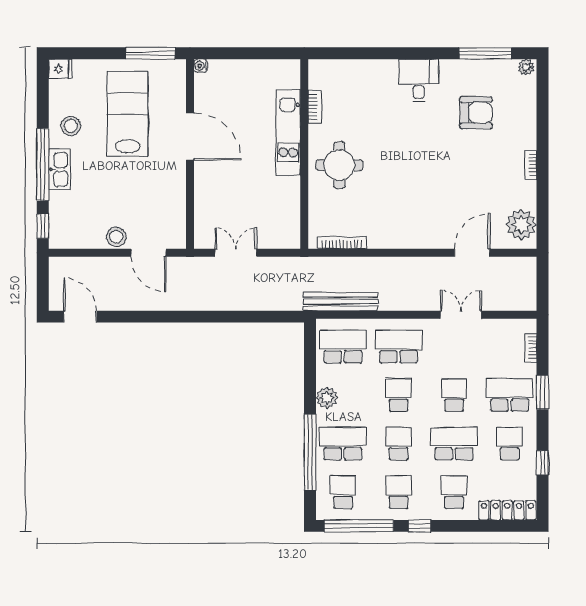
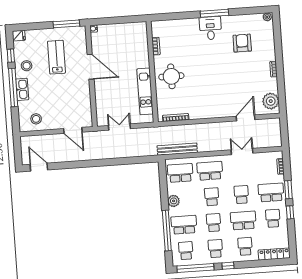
window: (485, 53) -> (214, 13), moved
armchair: (476, 113) -> (242, 43), turned -90
lab bench: (128, 114) -> (56, 57), width x0.73, depth x0.72
kitchen unit: (288, 133) -> (145, 91), moved
window: (43, 226) -> (11, 56), moved
stool: (116, 237) -> (36, 119), moved
window: (542, 463) -> (290, 212), moved

